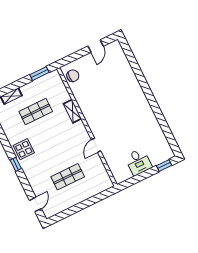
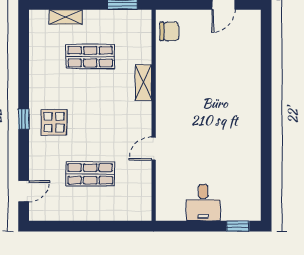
display table: (24, 149) -> (54, 122), moved

